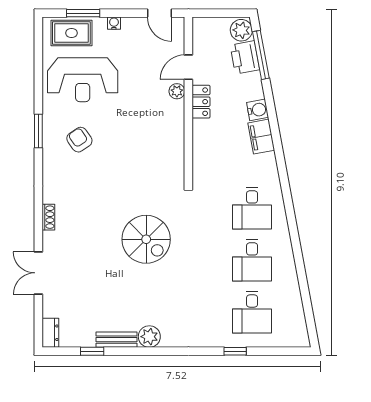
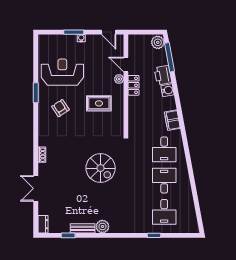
window: (83, 13) -> (74, 32), moved
rug: (71, 33) -> (99, 103), moved
printer: (245, 57) -> (163, 75), moved
door: (188, 67) -> (126, 65), hinge flipped
reception desk: (83, 80) -> (62, 72), turned 180
window: (38, 131) -> (36, 93), moved
filing cabinet: (261, 137) -> (172, 120), moved
desk: (252, 260) -> (164, 181), turned 180

